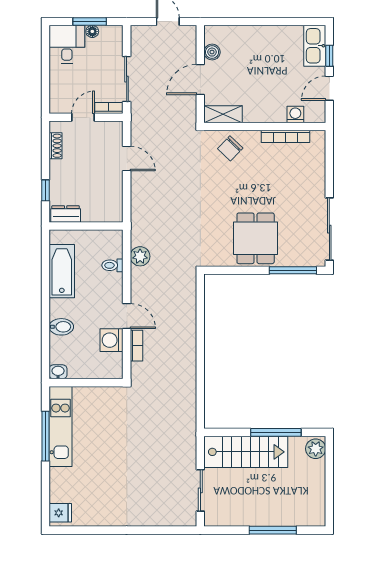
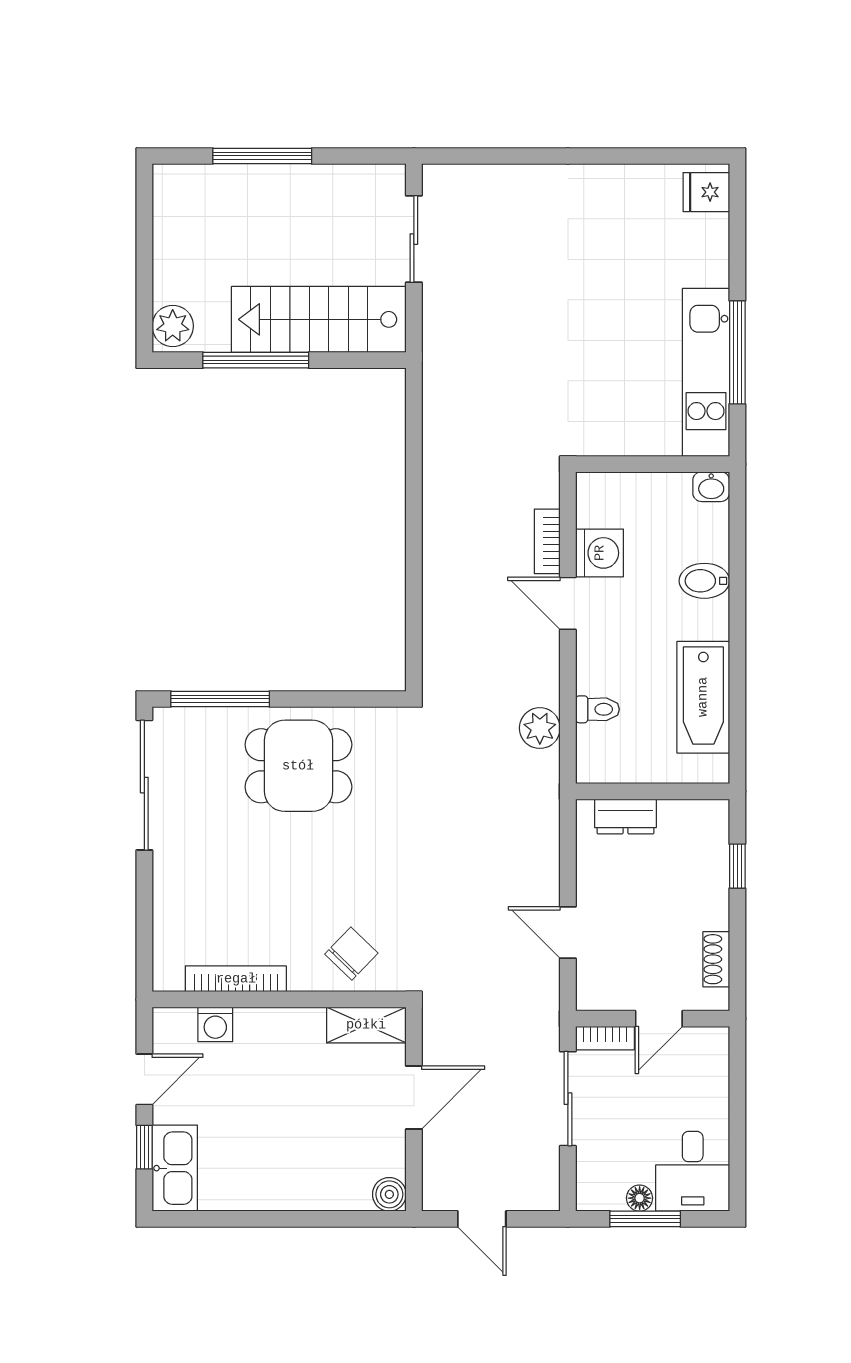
boiler: (212, 52) -> (389, 1194), moved
dresser: (66, 214) -> (625, 816), moved
dining table: (256, 238) -> (298, 766), turned 90

